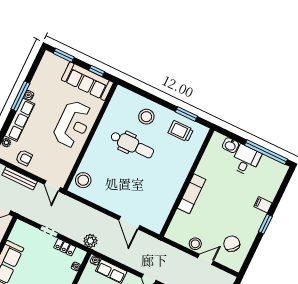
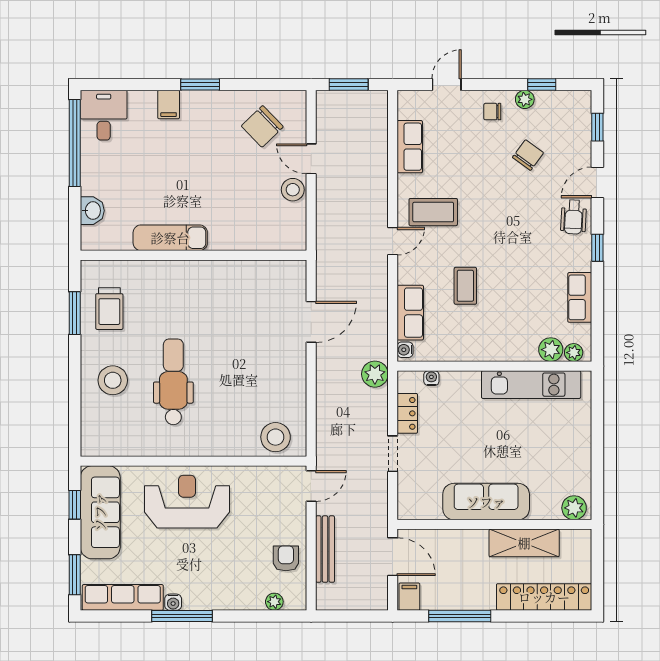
row of seats: (20, 120) -> (123, 597), moved
desk: (246, 160) -> (104, 115), moved, turned 90
exam couch: (192, 194) -> (170, 238), moved

